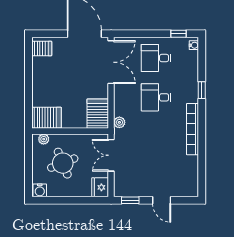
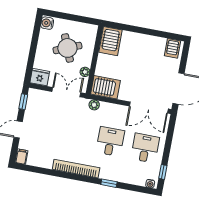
plant: (44, 139) -> (85, 72), moved
filing cabinet: (191, 191) -> (21, 157), added

